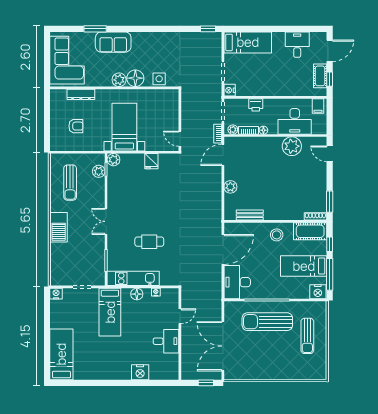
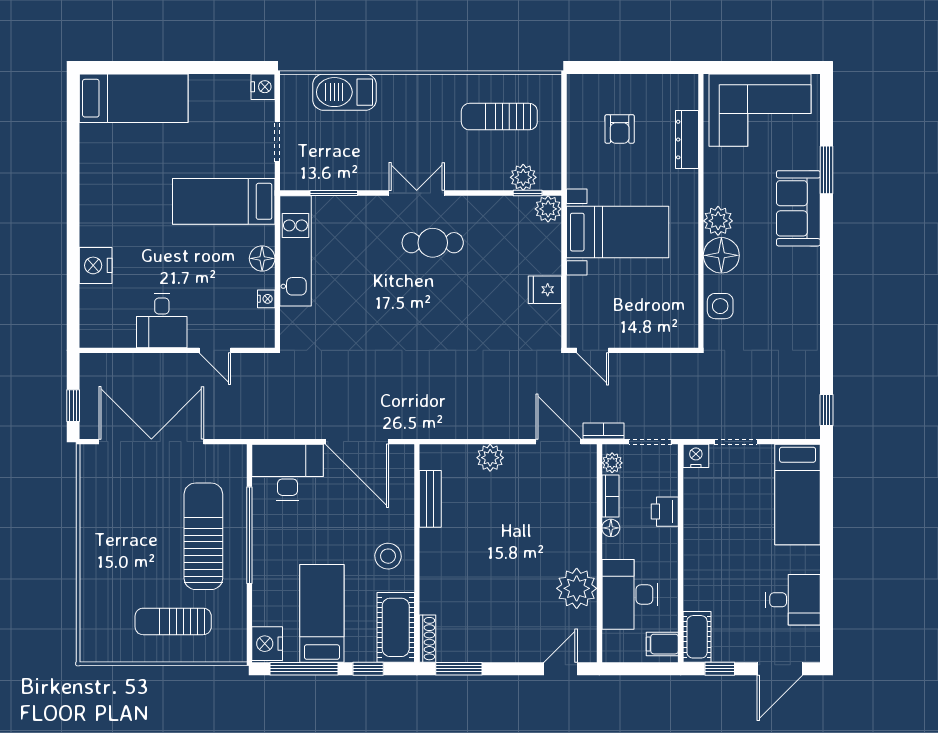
door: (330, 51) -> (780, 669), hinge flipped
cot: (320, 76) -> (697, 637), moved, turned 90
door: (180, 139) -> (593, 350), swing flipped
barbecue: (59, 227) -> (344, 92), moved
cafe table: (149, 242) -> (433, 243), moved, turned 90

